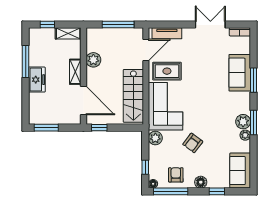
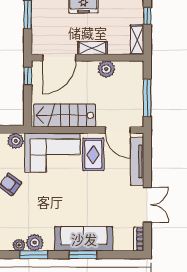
tv unit: (167, 33) -> (137, 161), width x1.41
sofa: (240, 73) -> (84, 239), width x1.36

